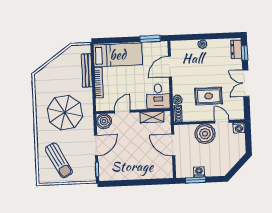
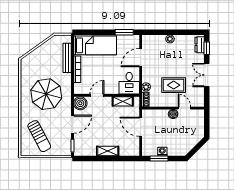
washing machine: (239, 128) -> (199, 114), removed
boiler: (205, 134) -> (173, 114), width x0.54, depth x0.54
shelving: (137, 174) -> (108, 151), added

